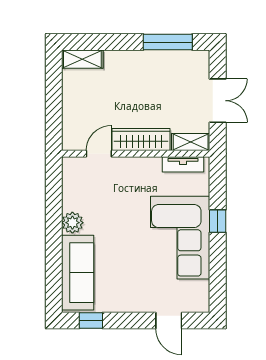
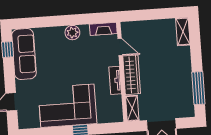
tv unit: (183, 164) -> (115, 80), moved
fireplace: (70, 177) -> (103, 29), added
sofa: (78, 273) -> (24, 54), moved, turned -90

